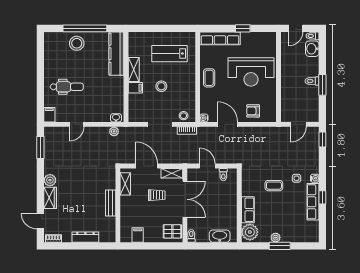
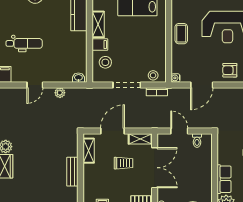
stool: (161, 86) -> (105, 62), moved
door: (228, 124) -> (202, 85), swing flipped
plant: (114, 131) -> (60, 93), moved
door: (147, 166) -> (112, 131), hinge flipped

